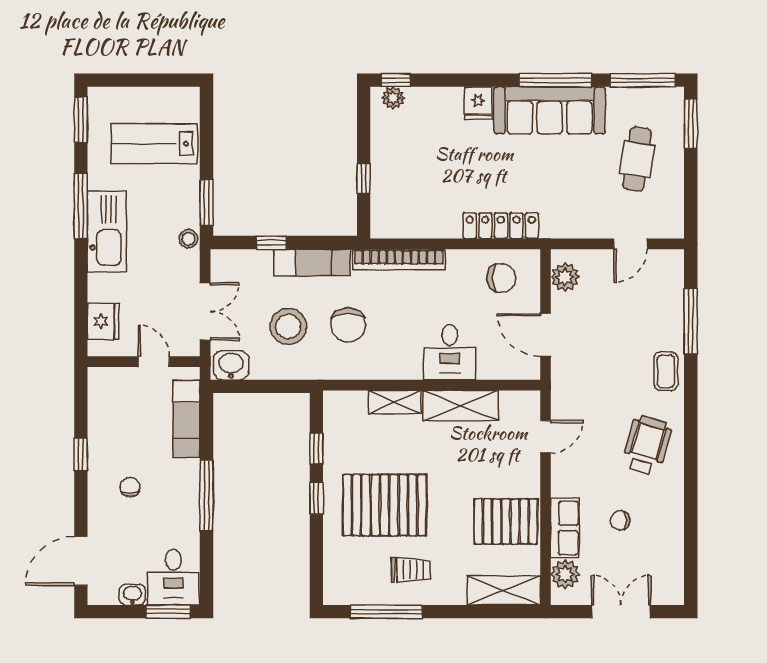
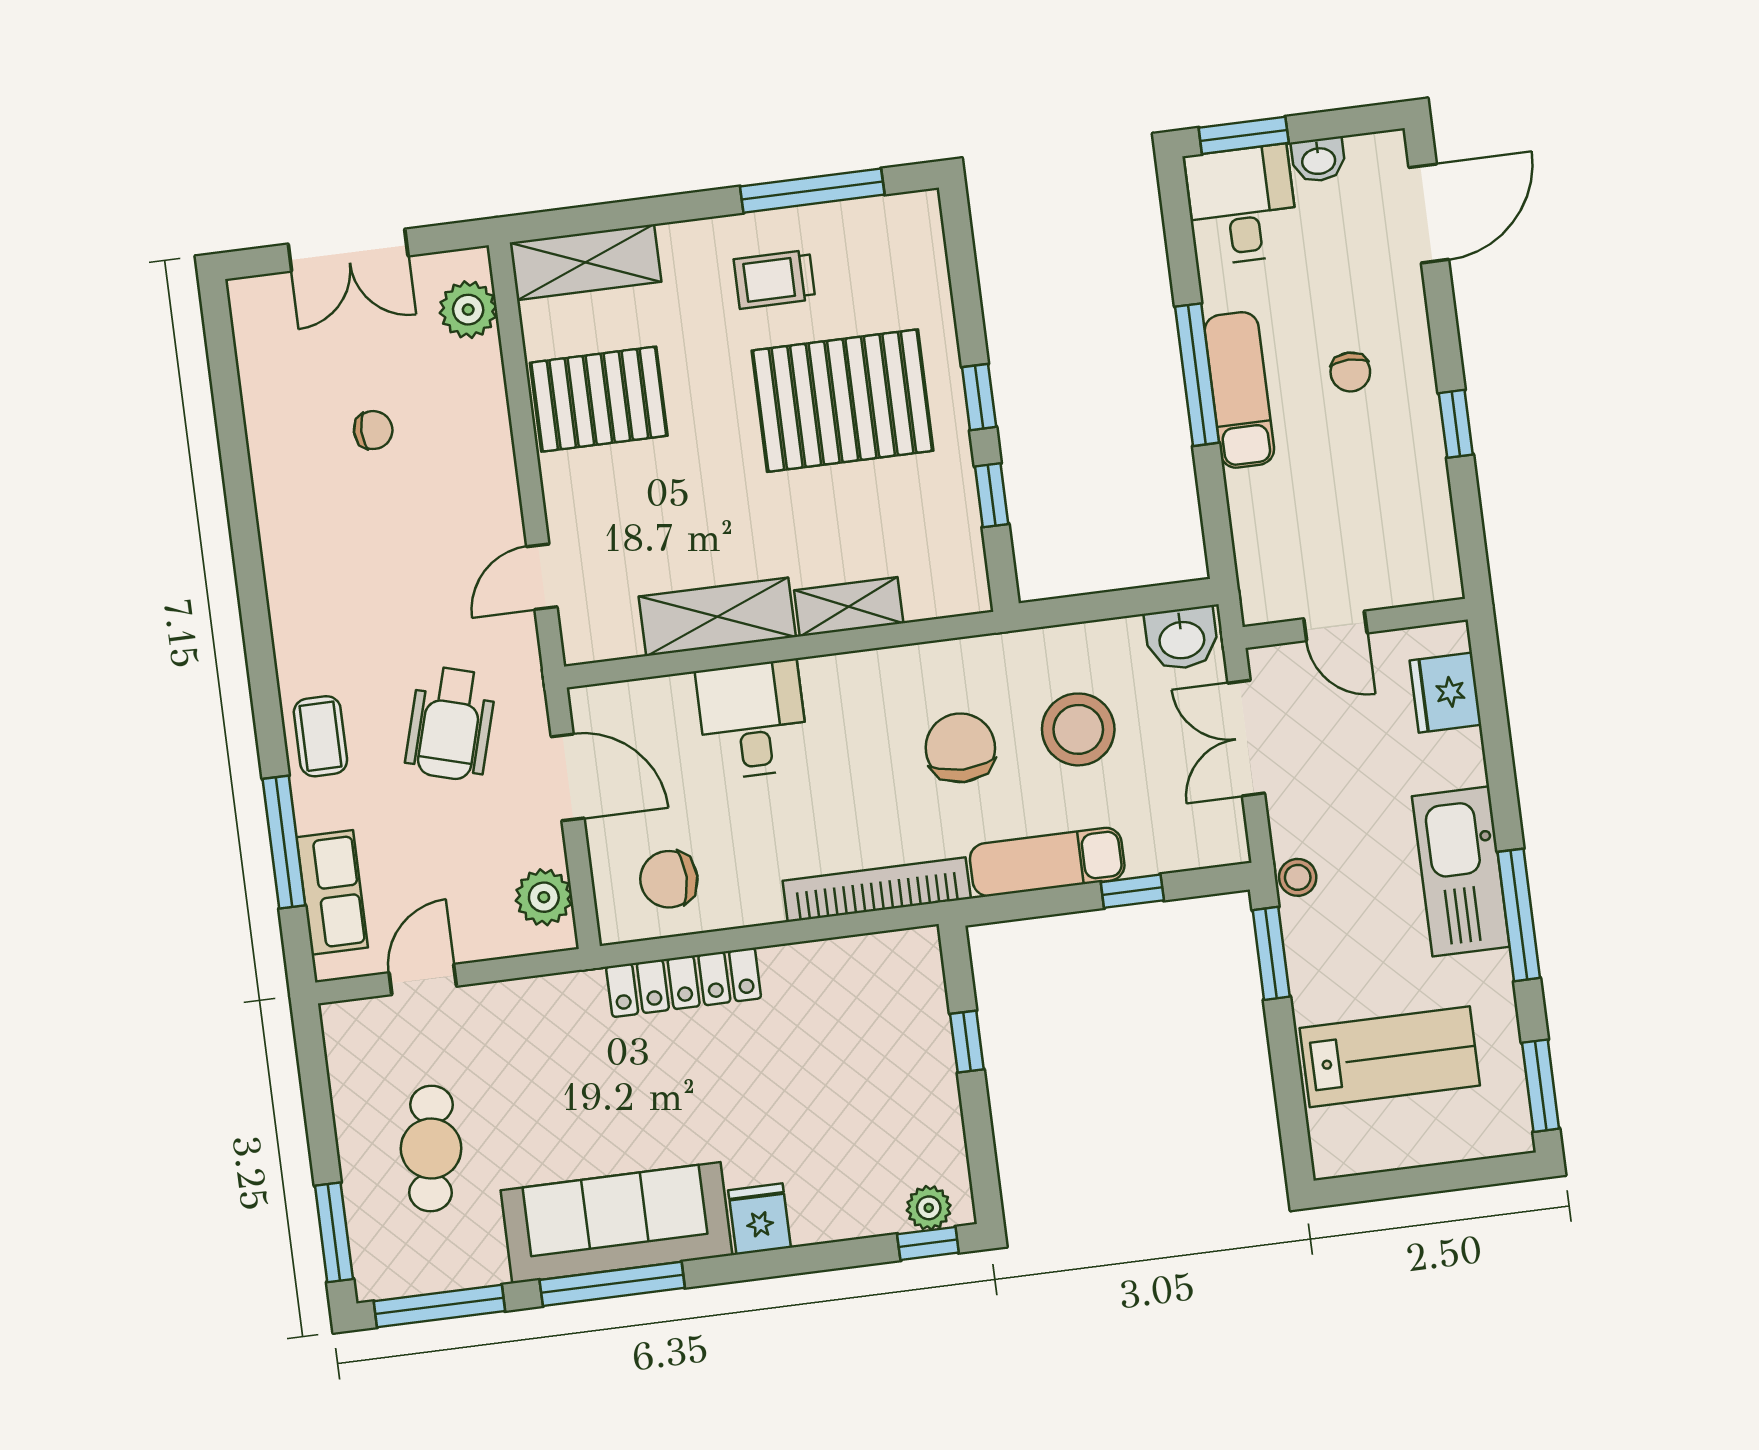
exam couch: (186, 419) -> (1239, 390), moved
wheelchair: (647, 445) -> (451, 724), moved
row of seats: (565, 528) -> (332, 892), moved, turned 180

